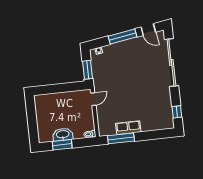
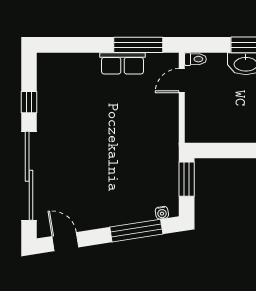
window: (123, 37) -> (136, 231), moved
door: (93, 99) -> (182, 81), moved
window: (177, 112) -> (29, 102), moved

